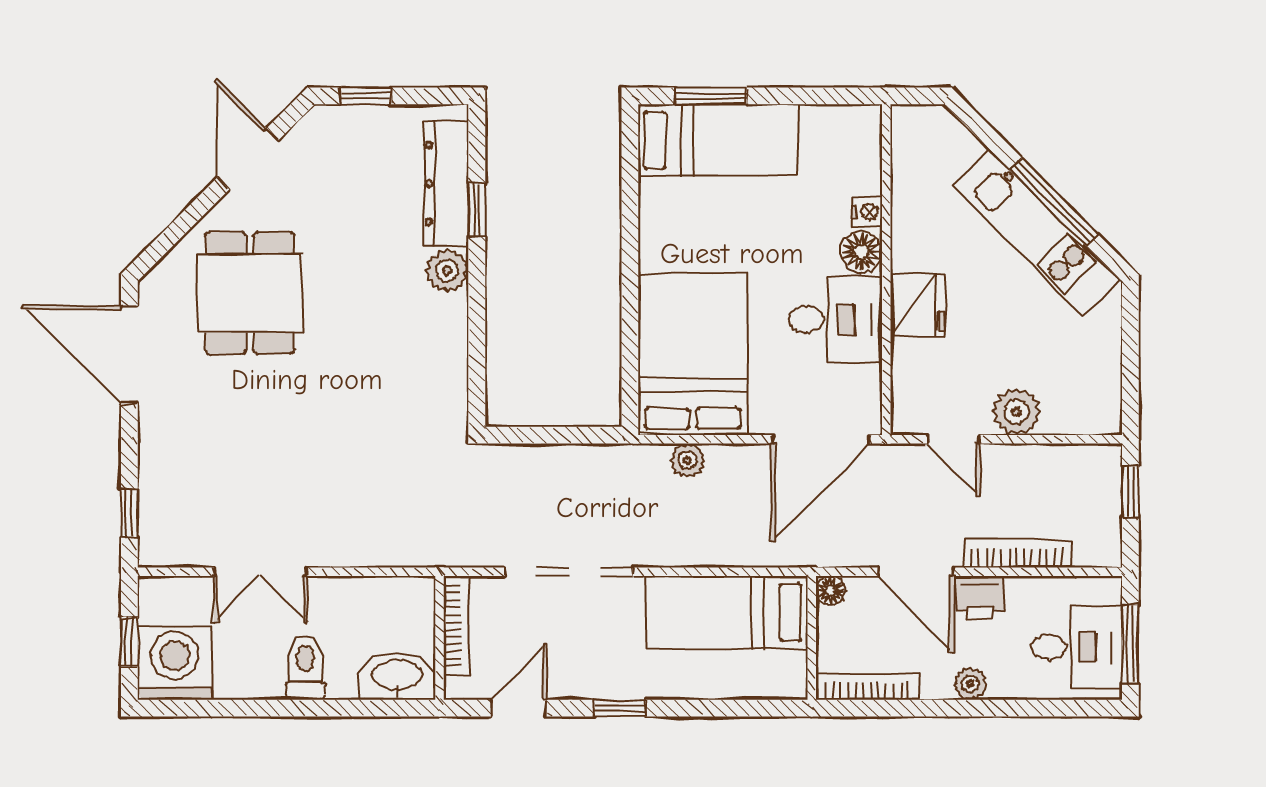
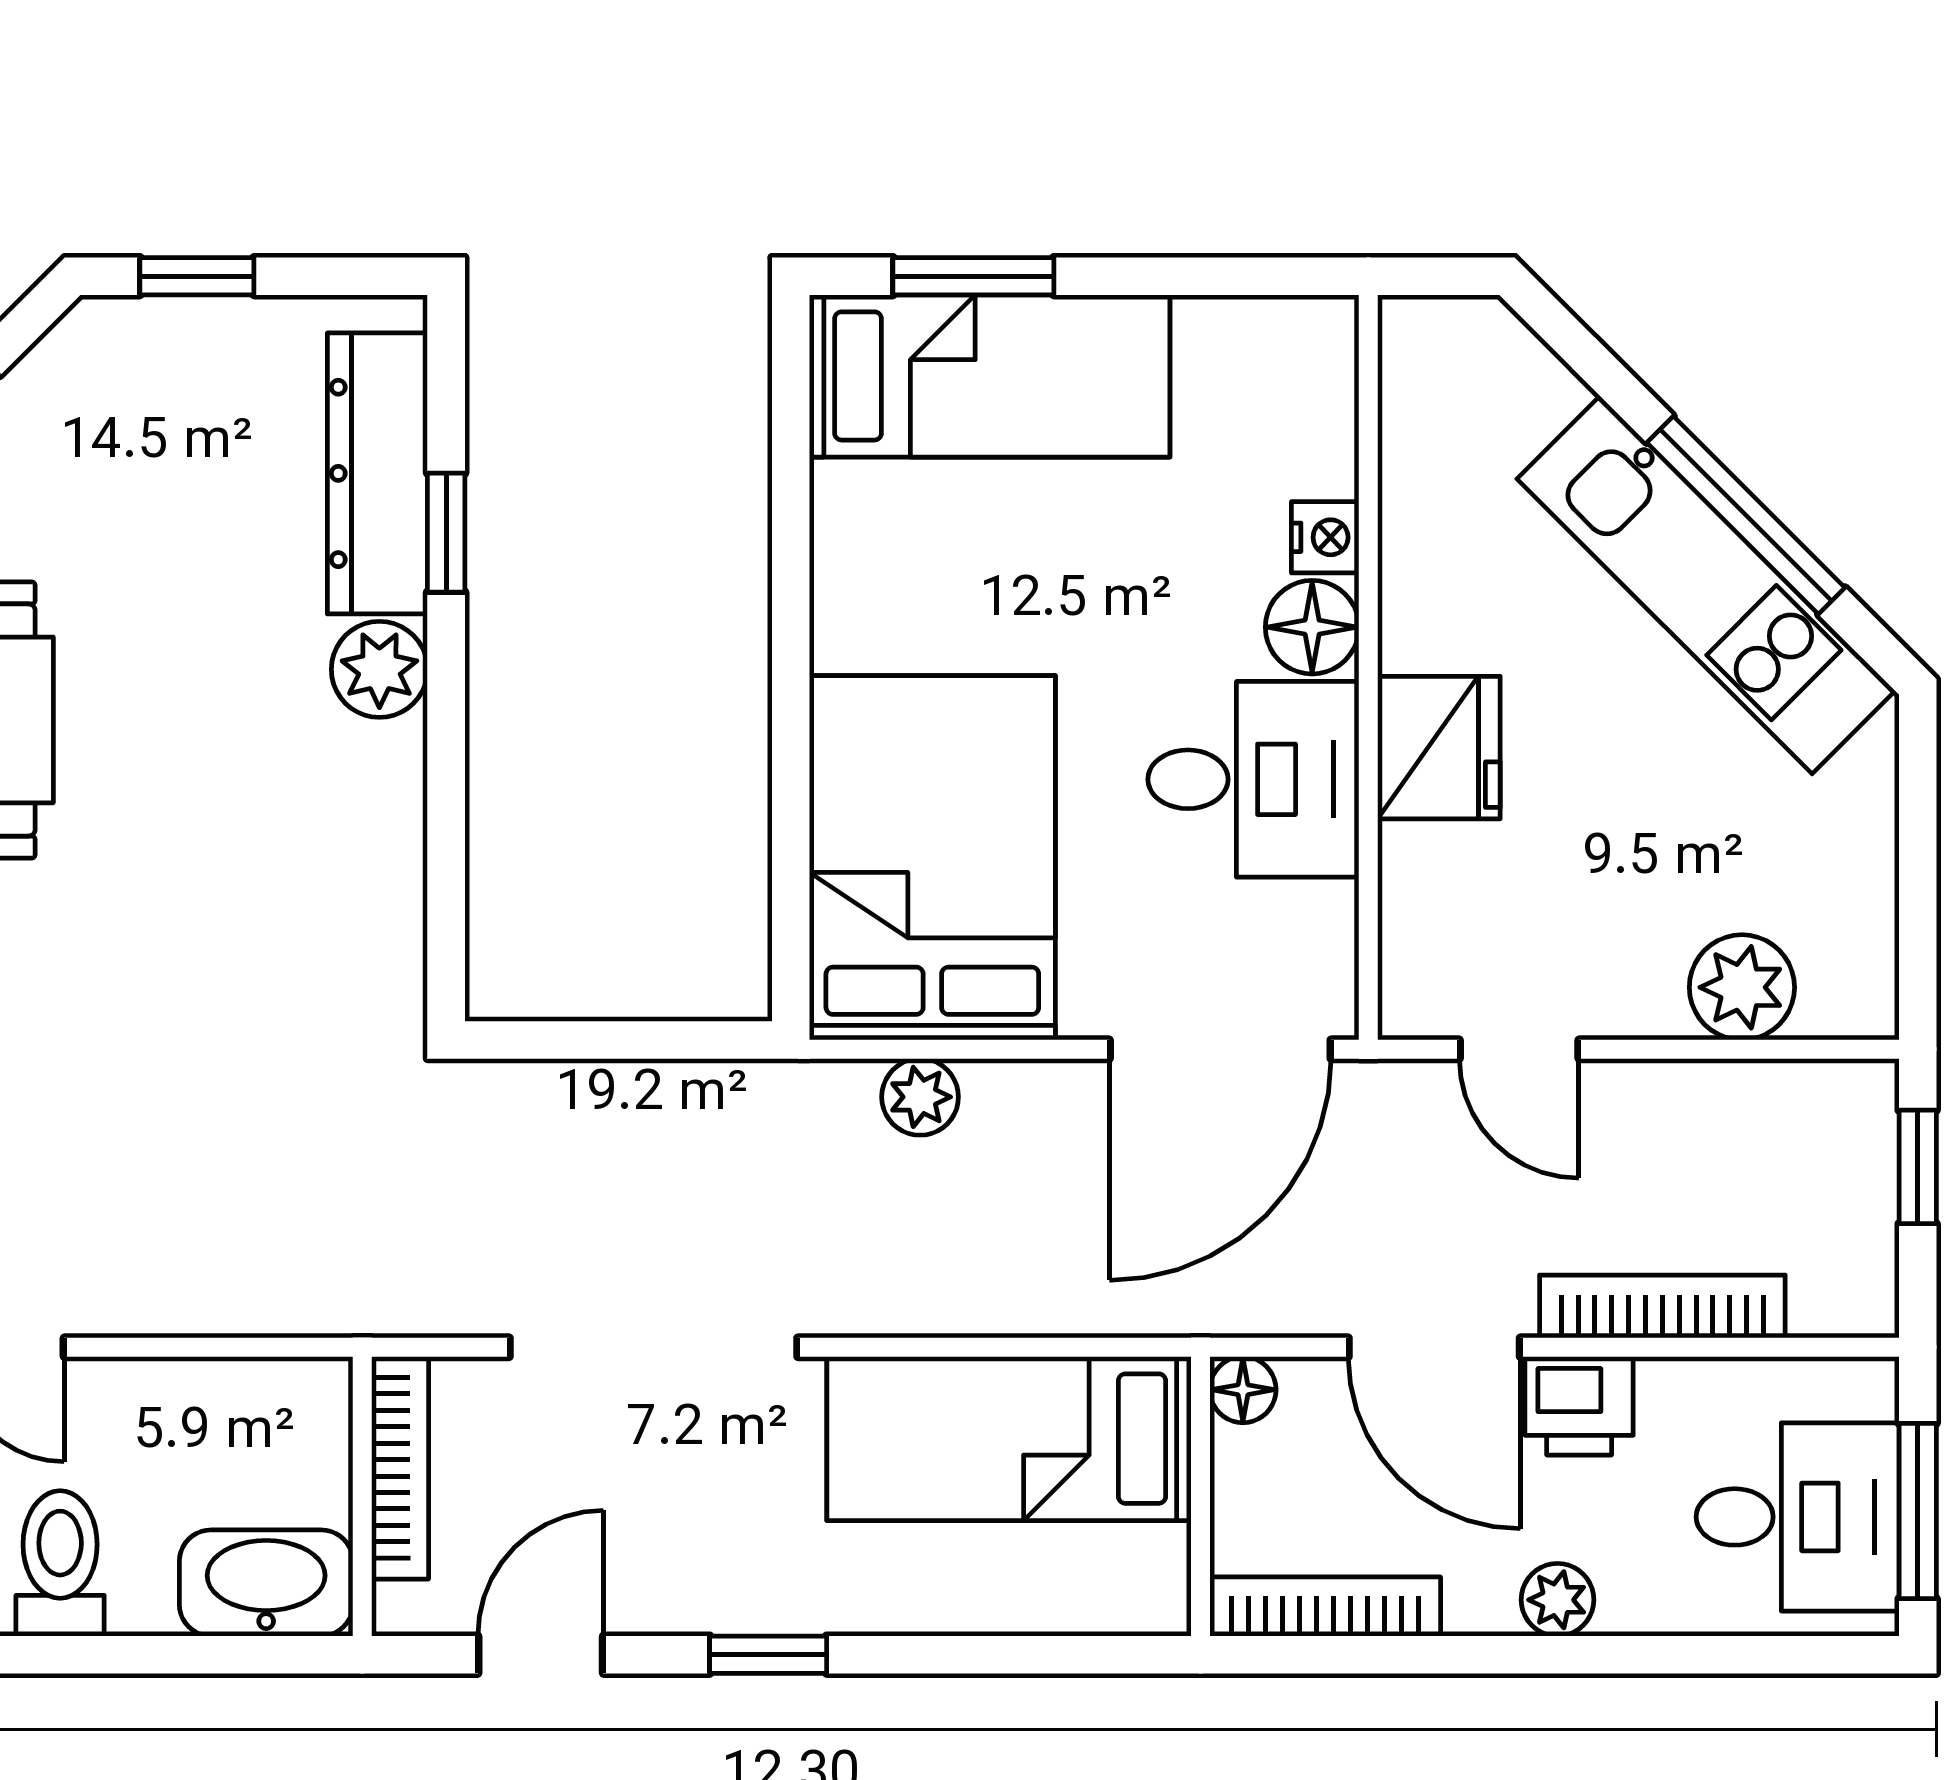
plant: (1016, 412) -> (1742, 987), moved

